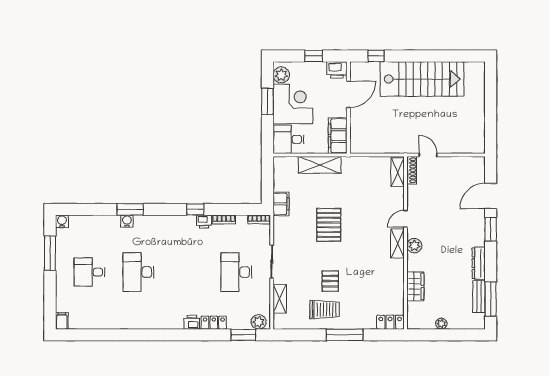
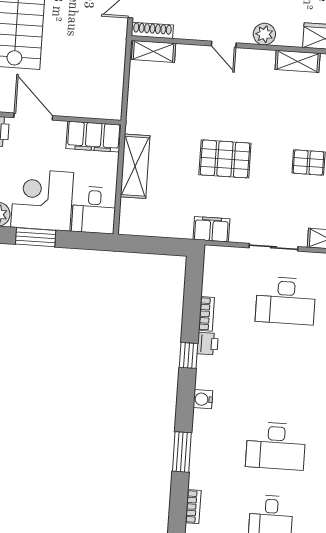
filing cabinet: (281, 204) -> (211, 229), moved
bookcase: (259, 219) -> (193, 507), moved
water cooler: (127, 221) -> (203, 399), moved
shelving: (398, 243) -> (298, 61), moved

